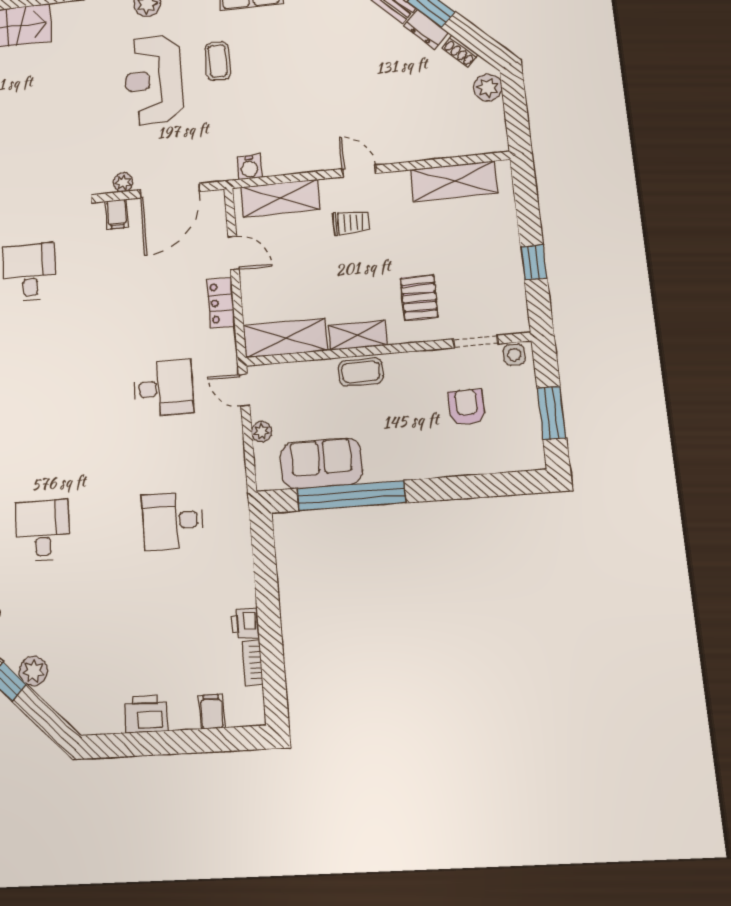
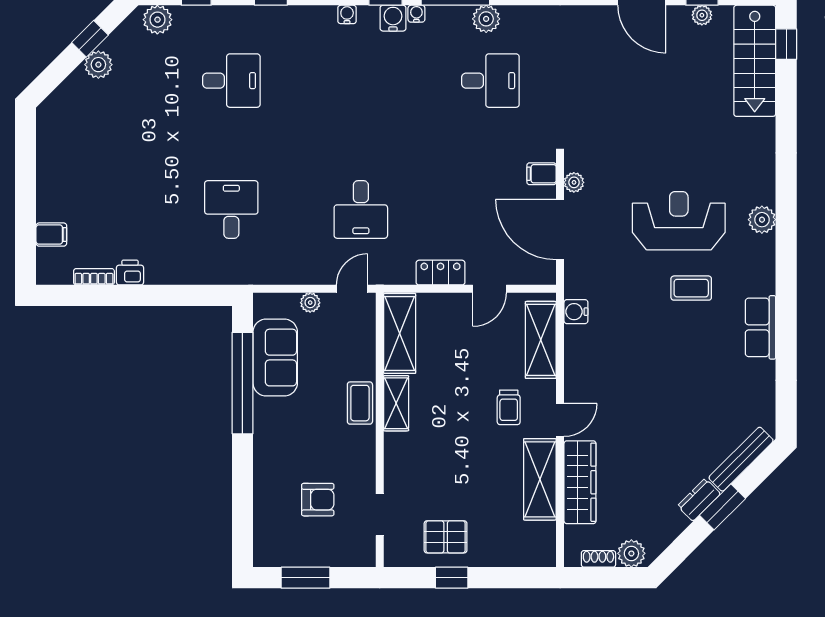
shoe rack: (460, 51) -> (598, 559), moved, turned 45
wardrobe: (420, 145) -> (580, 482), added
shelving: (454, 181) -> (540, 479), moved
pallet: (419, 298) -> (446, 537), moved
side table: (514, 355) -> (364, 549), removed
printer: (146, 714) -> (52, 172), removed

